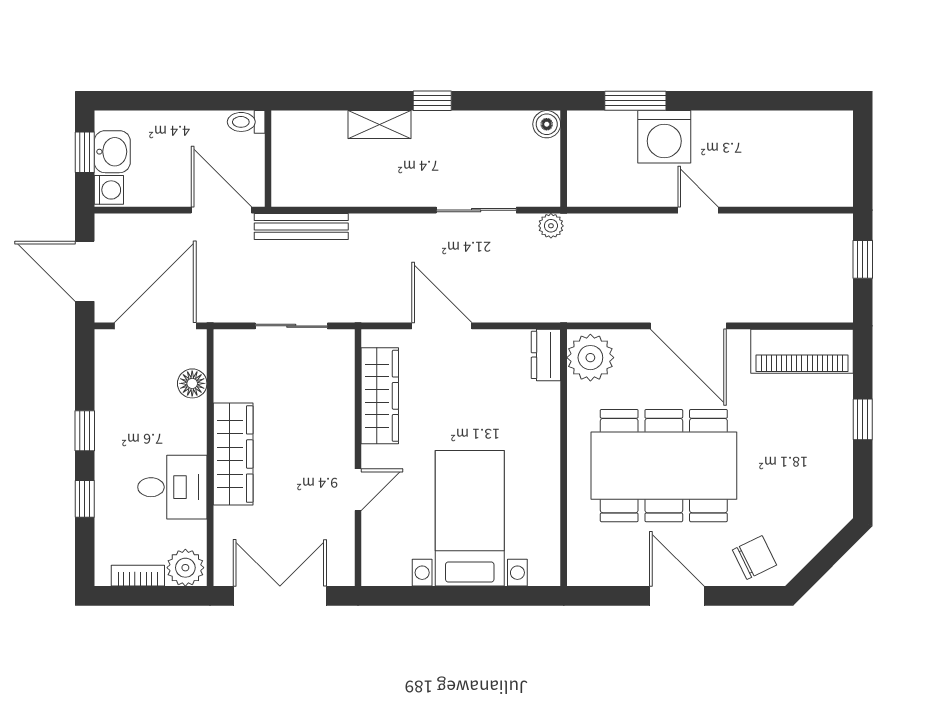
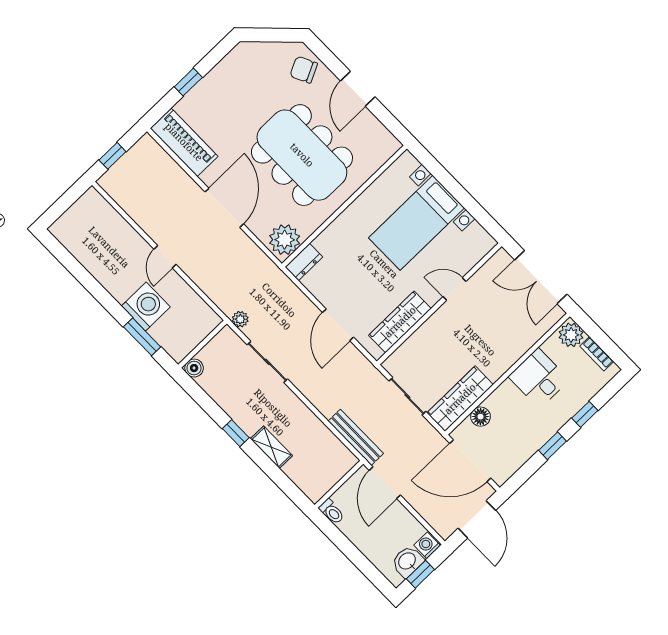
wardrobe: (233, 454) -> (460, 399), moved

